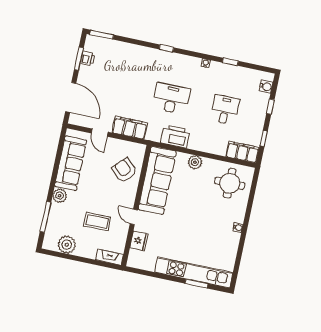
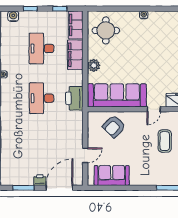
printer: (88, 58) -> (40, 180), moved
desk: (225, 110) -> (42, 48), width x1.37
filing cabinet: (130, 128) -> (75, 55), moved
printer: (175, 136) -> (74, 98), moved
sofa: (71, 163) -> (112, 176), width x0.73
plant: (60, 196) -> (149, 179), removed

